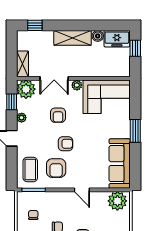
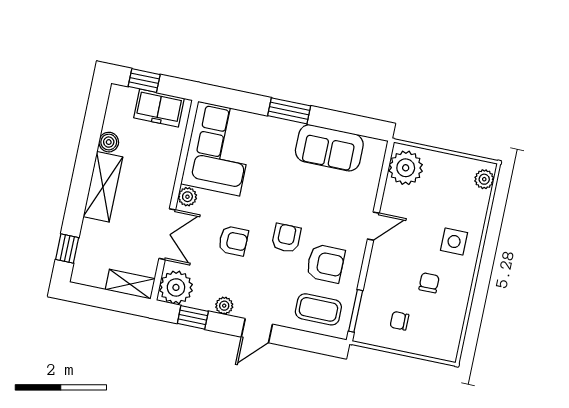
freezer: (117, 39) -> (159, 108), moved, turned 90
sofa: (120, 164) -> (329, 148), width x0.73

